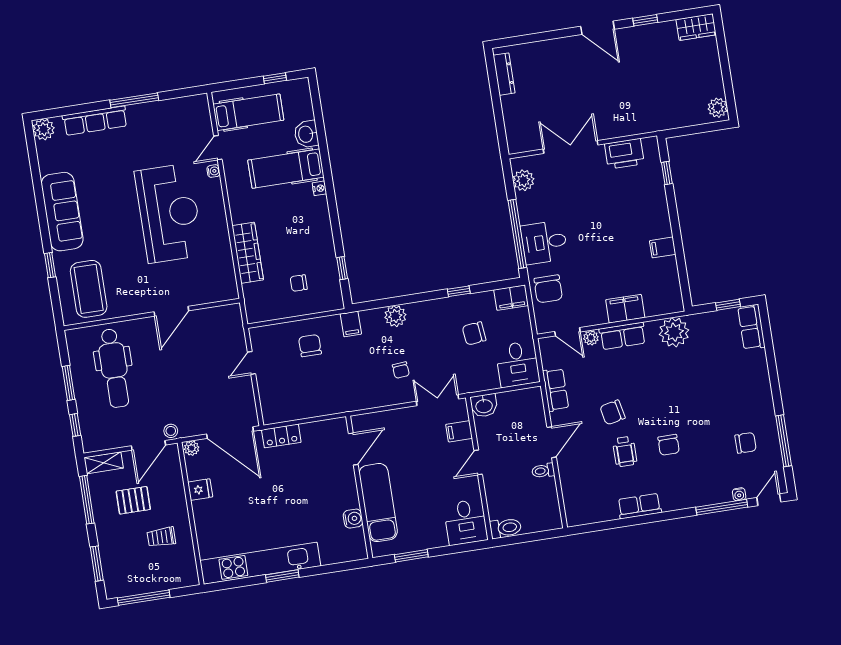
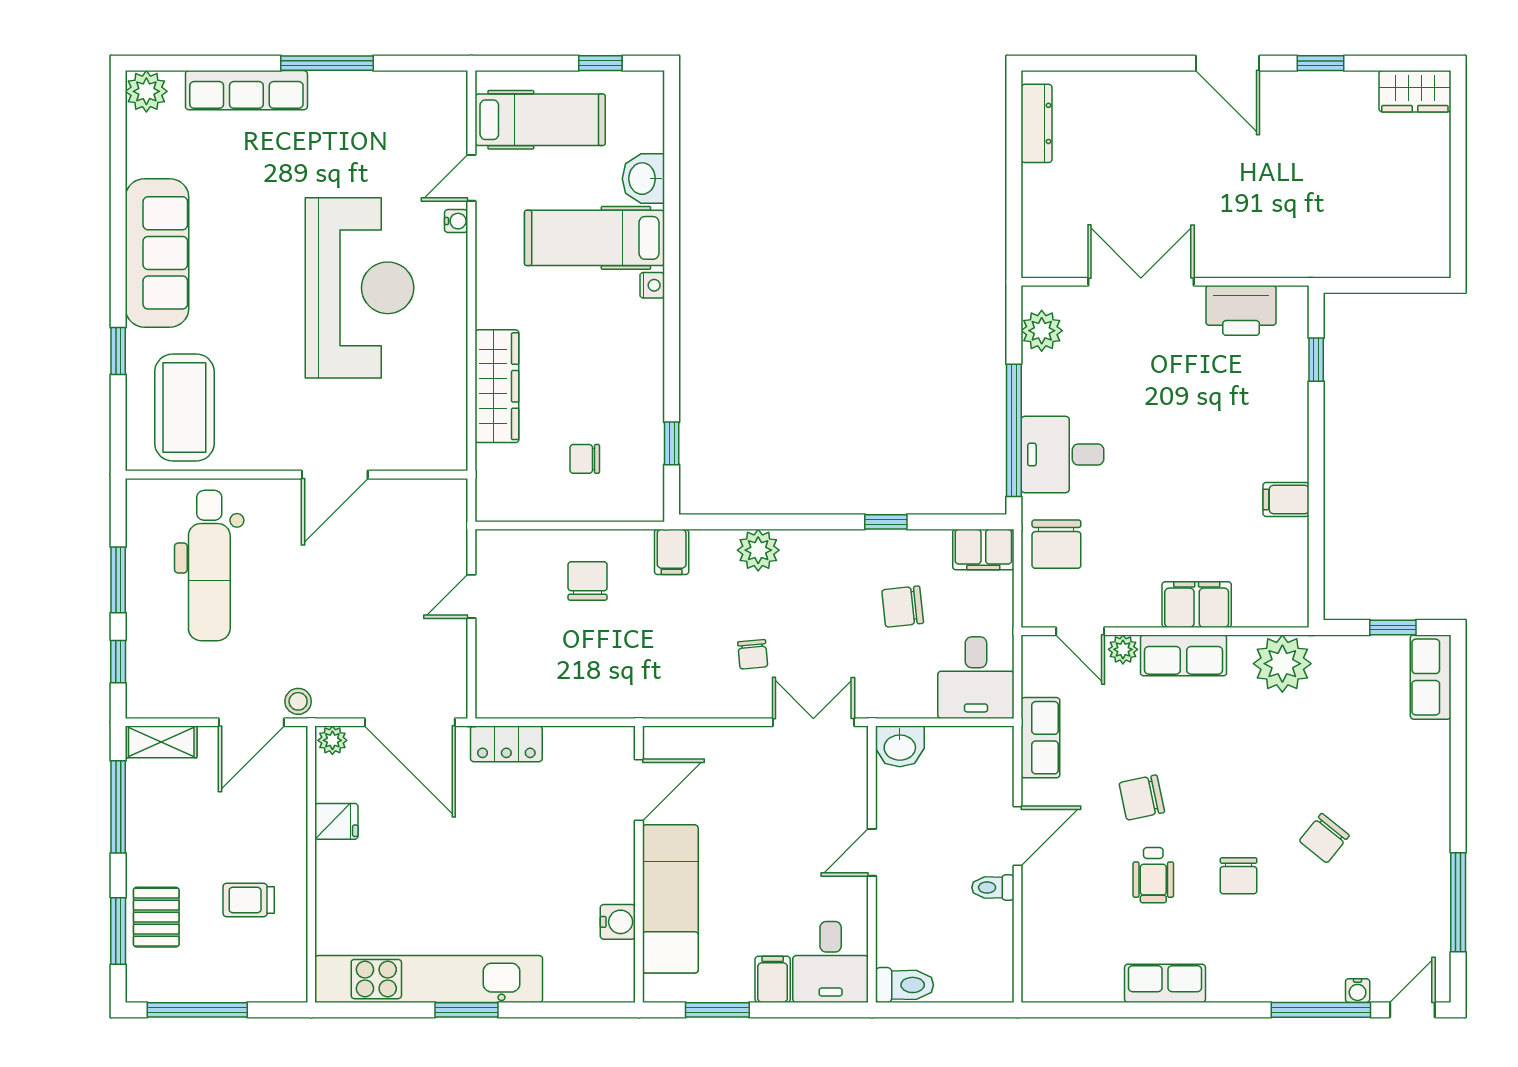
plant: (718, 108) -> (1432, 251), removed
filing cabinet: (459, 431) -> (773, 979), moved, turned 90
chair: (746, 443) -> (1324, 838), moved, turned 129
pallet: (133, 500) -> (156, 917), moved, turned 90

